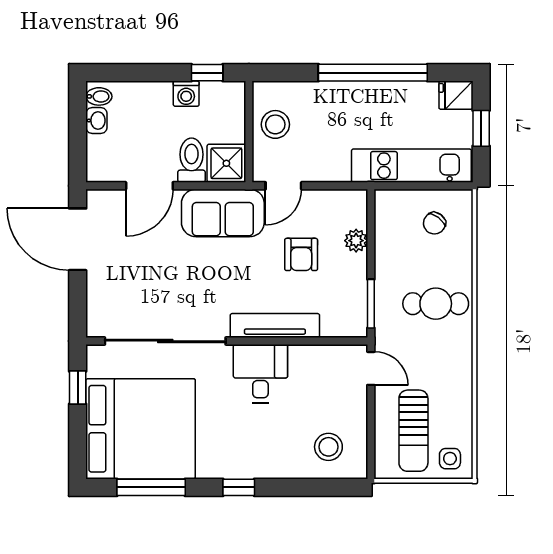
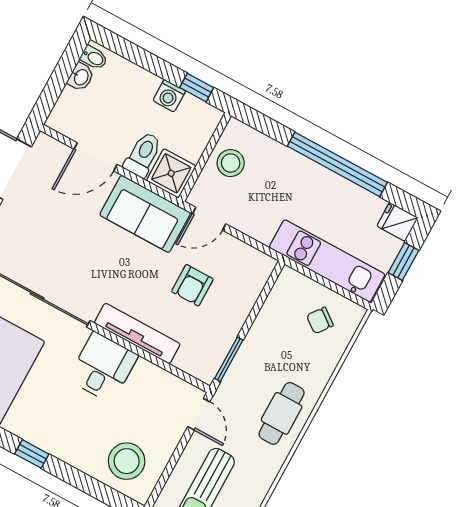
plant: (356, 241) -> (245, 299), removed
cafe table: (436, 304) -> (282, 413), moved, turned 90
stool: (328, 447) -> (127, 461), width x1.38, depth x1.38

